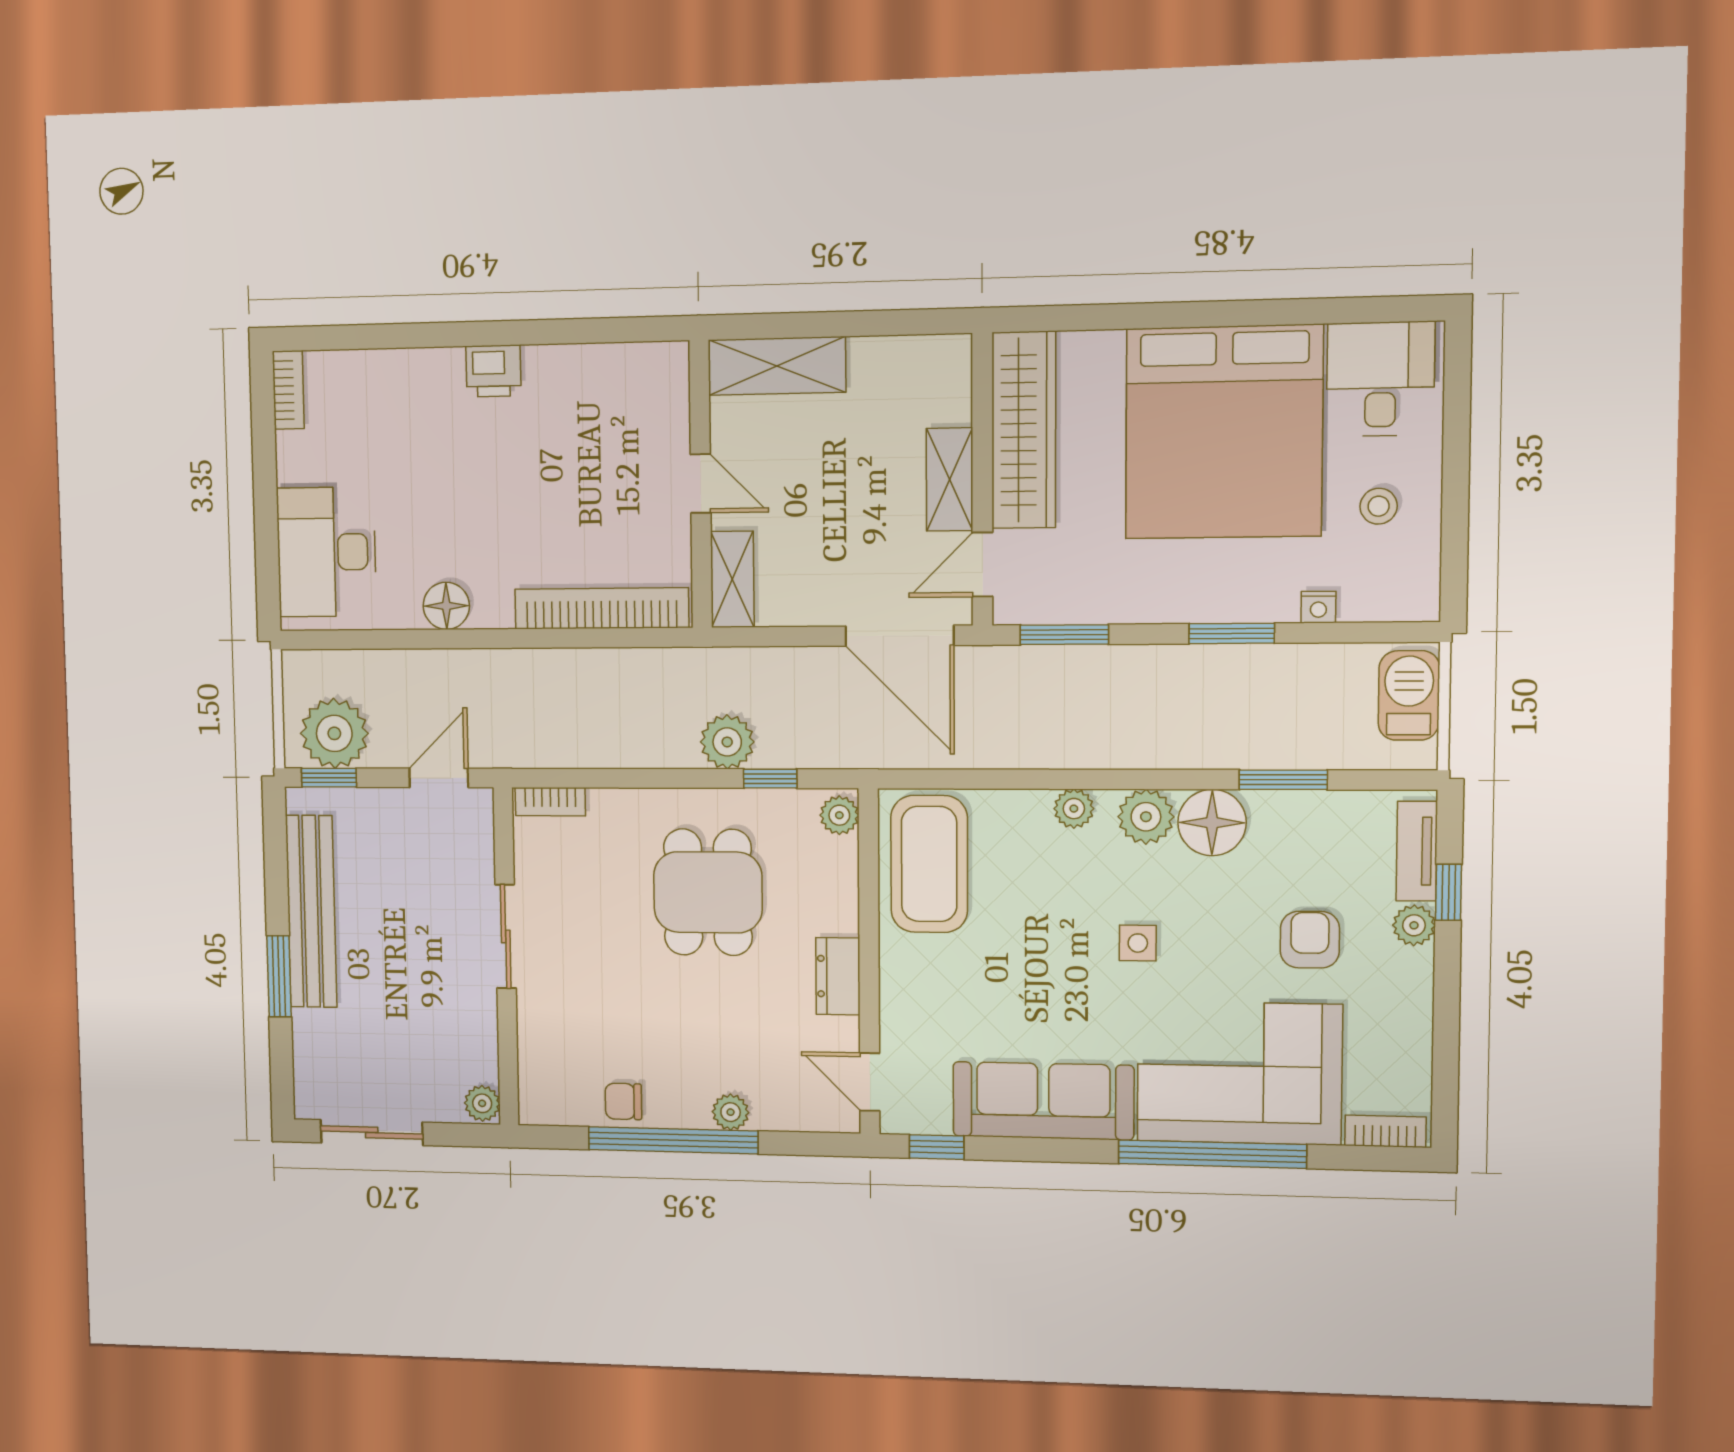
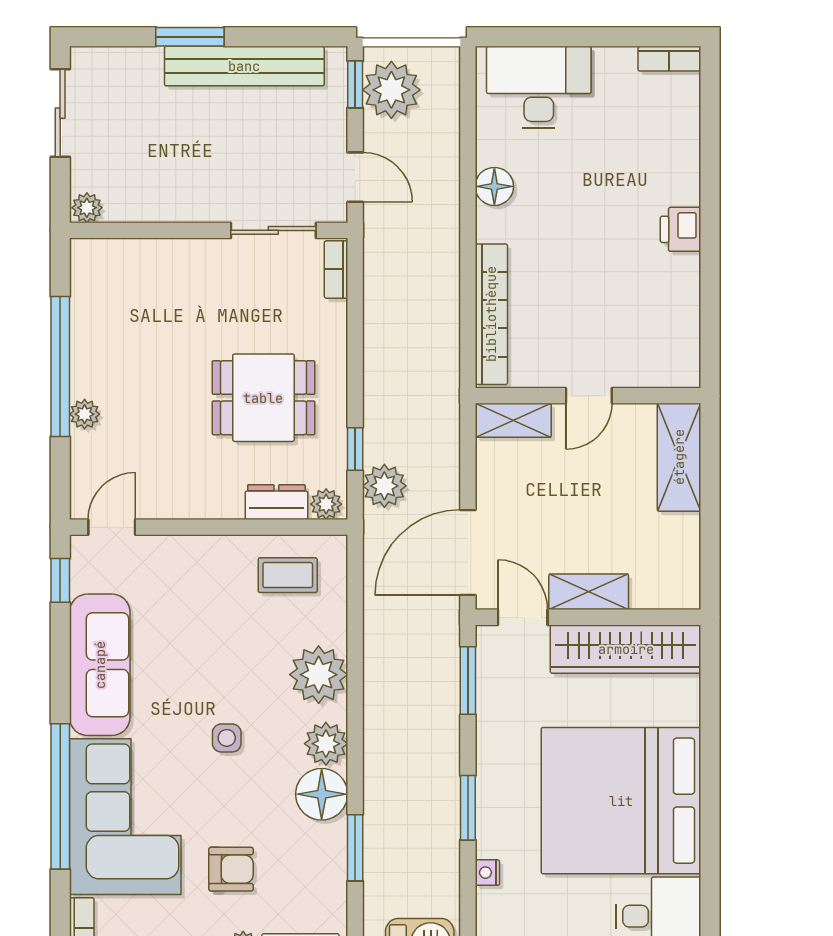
stool: (1379, 506) -> (563, 916), removed
plant: (727, 742) -> (384, 486), moved
plant: (1074, 809) -> (319, 675), width x1.88, depth x1.88
coffee table: (929, 864) -> (288, 575), width x0.54, depth x0.58
sliding door: (506, 936) -> (273, 230), moved
dresser: (838, 976) -> (276, 502), moved
chair: (623, 1101) -> (91, 326), removed

